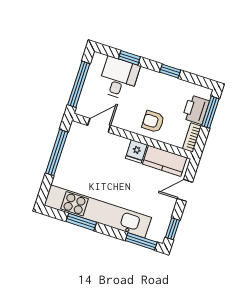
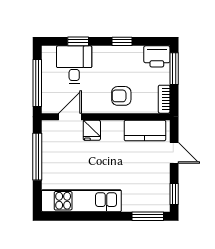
printer: (196, 110) -> (157, 56), moved, turned -90
fridge: (136, 151) -> (92, 130), moved
door: (185, 190) -> (174, 153), swing flipped
kitchen unit: (98, 211) -> (81, 201), width x0.73
window: (81, 222) -> (83, 216), removed

